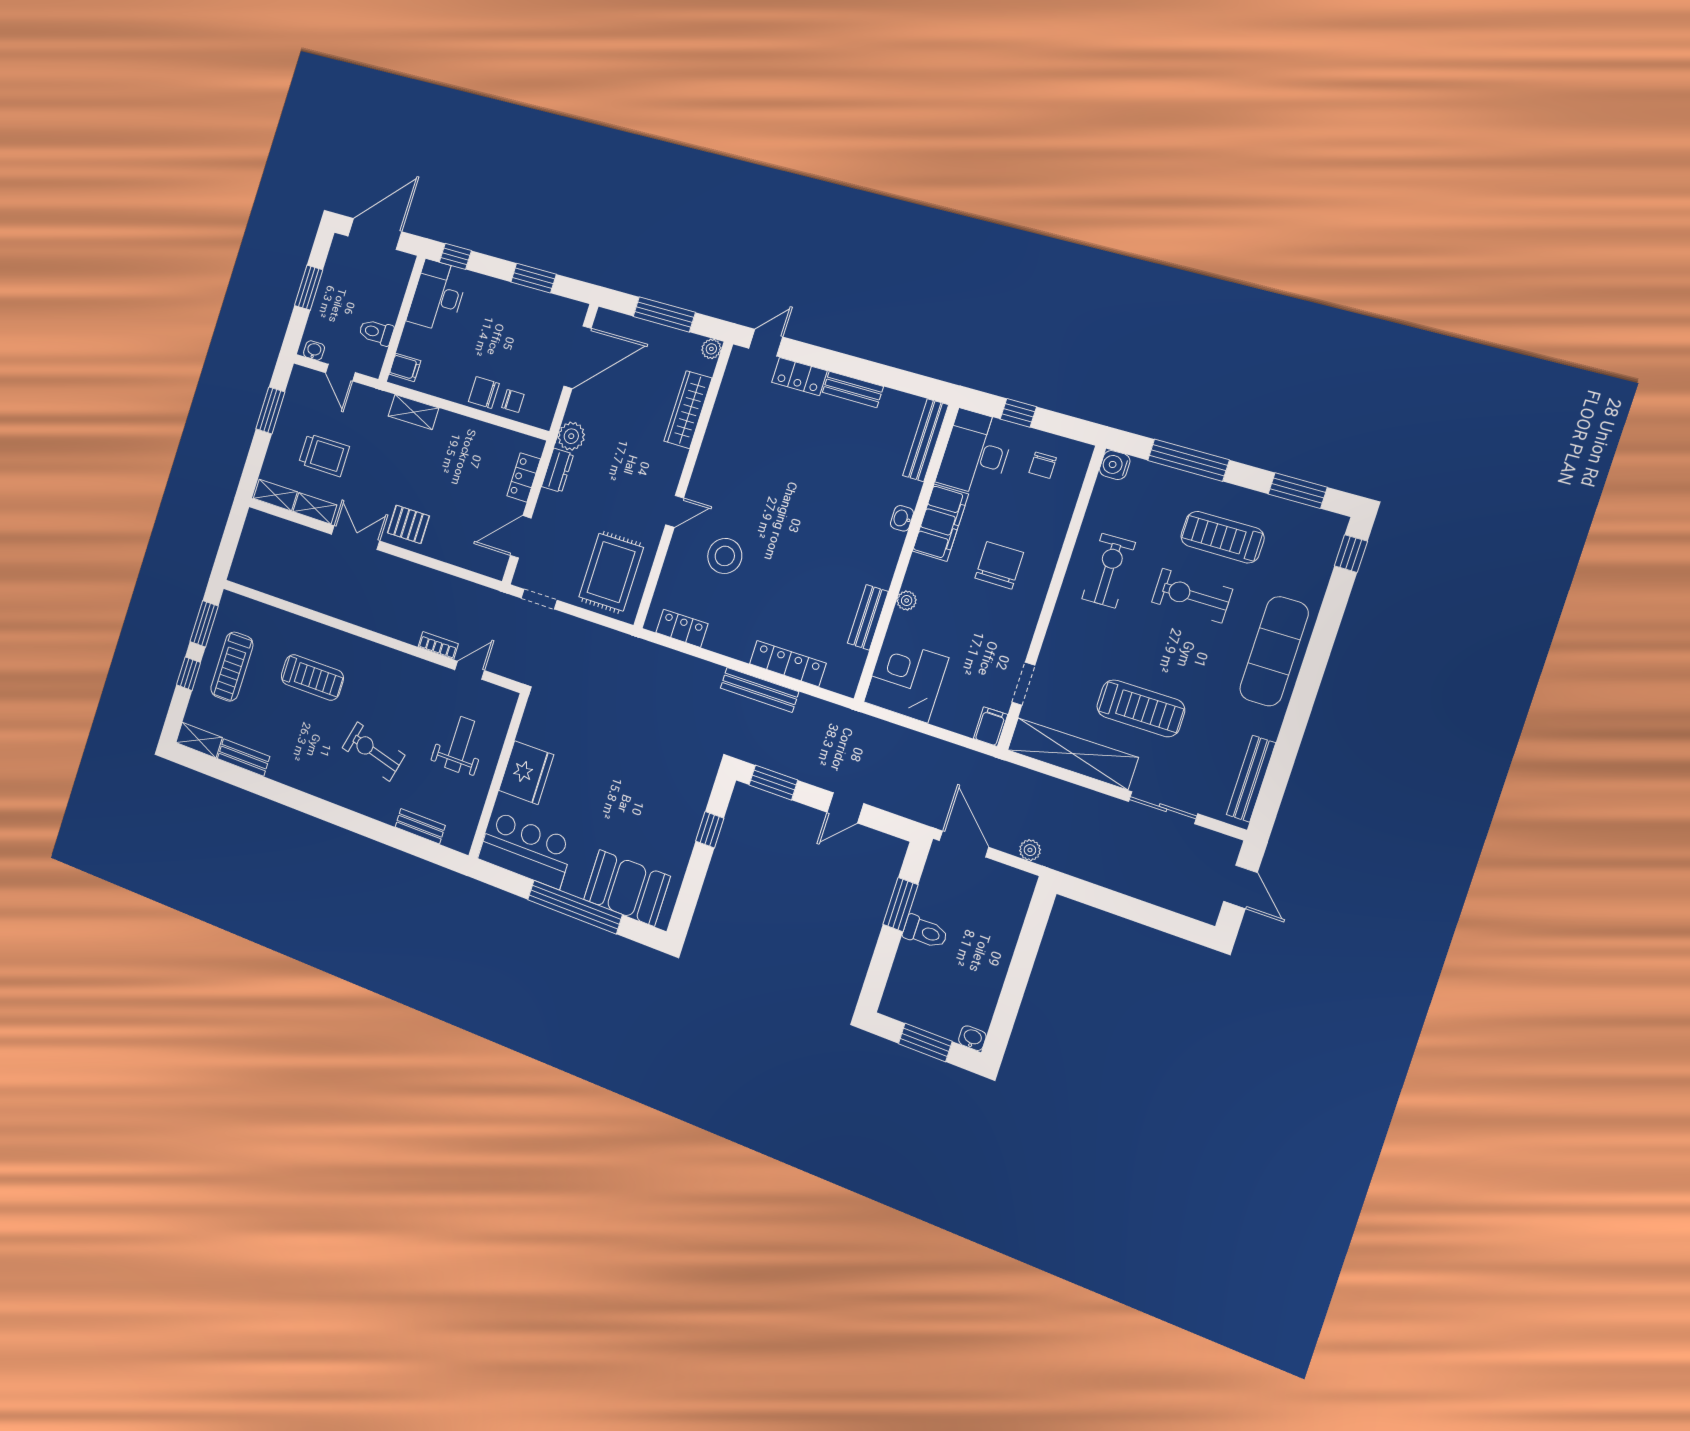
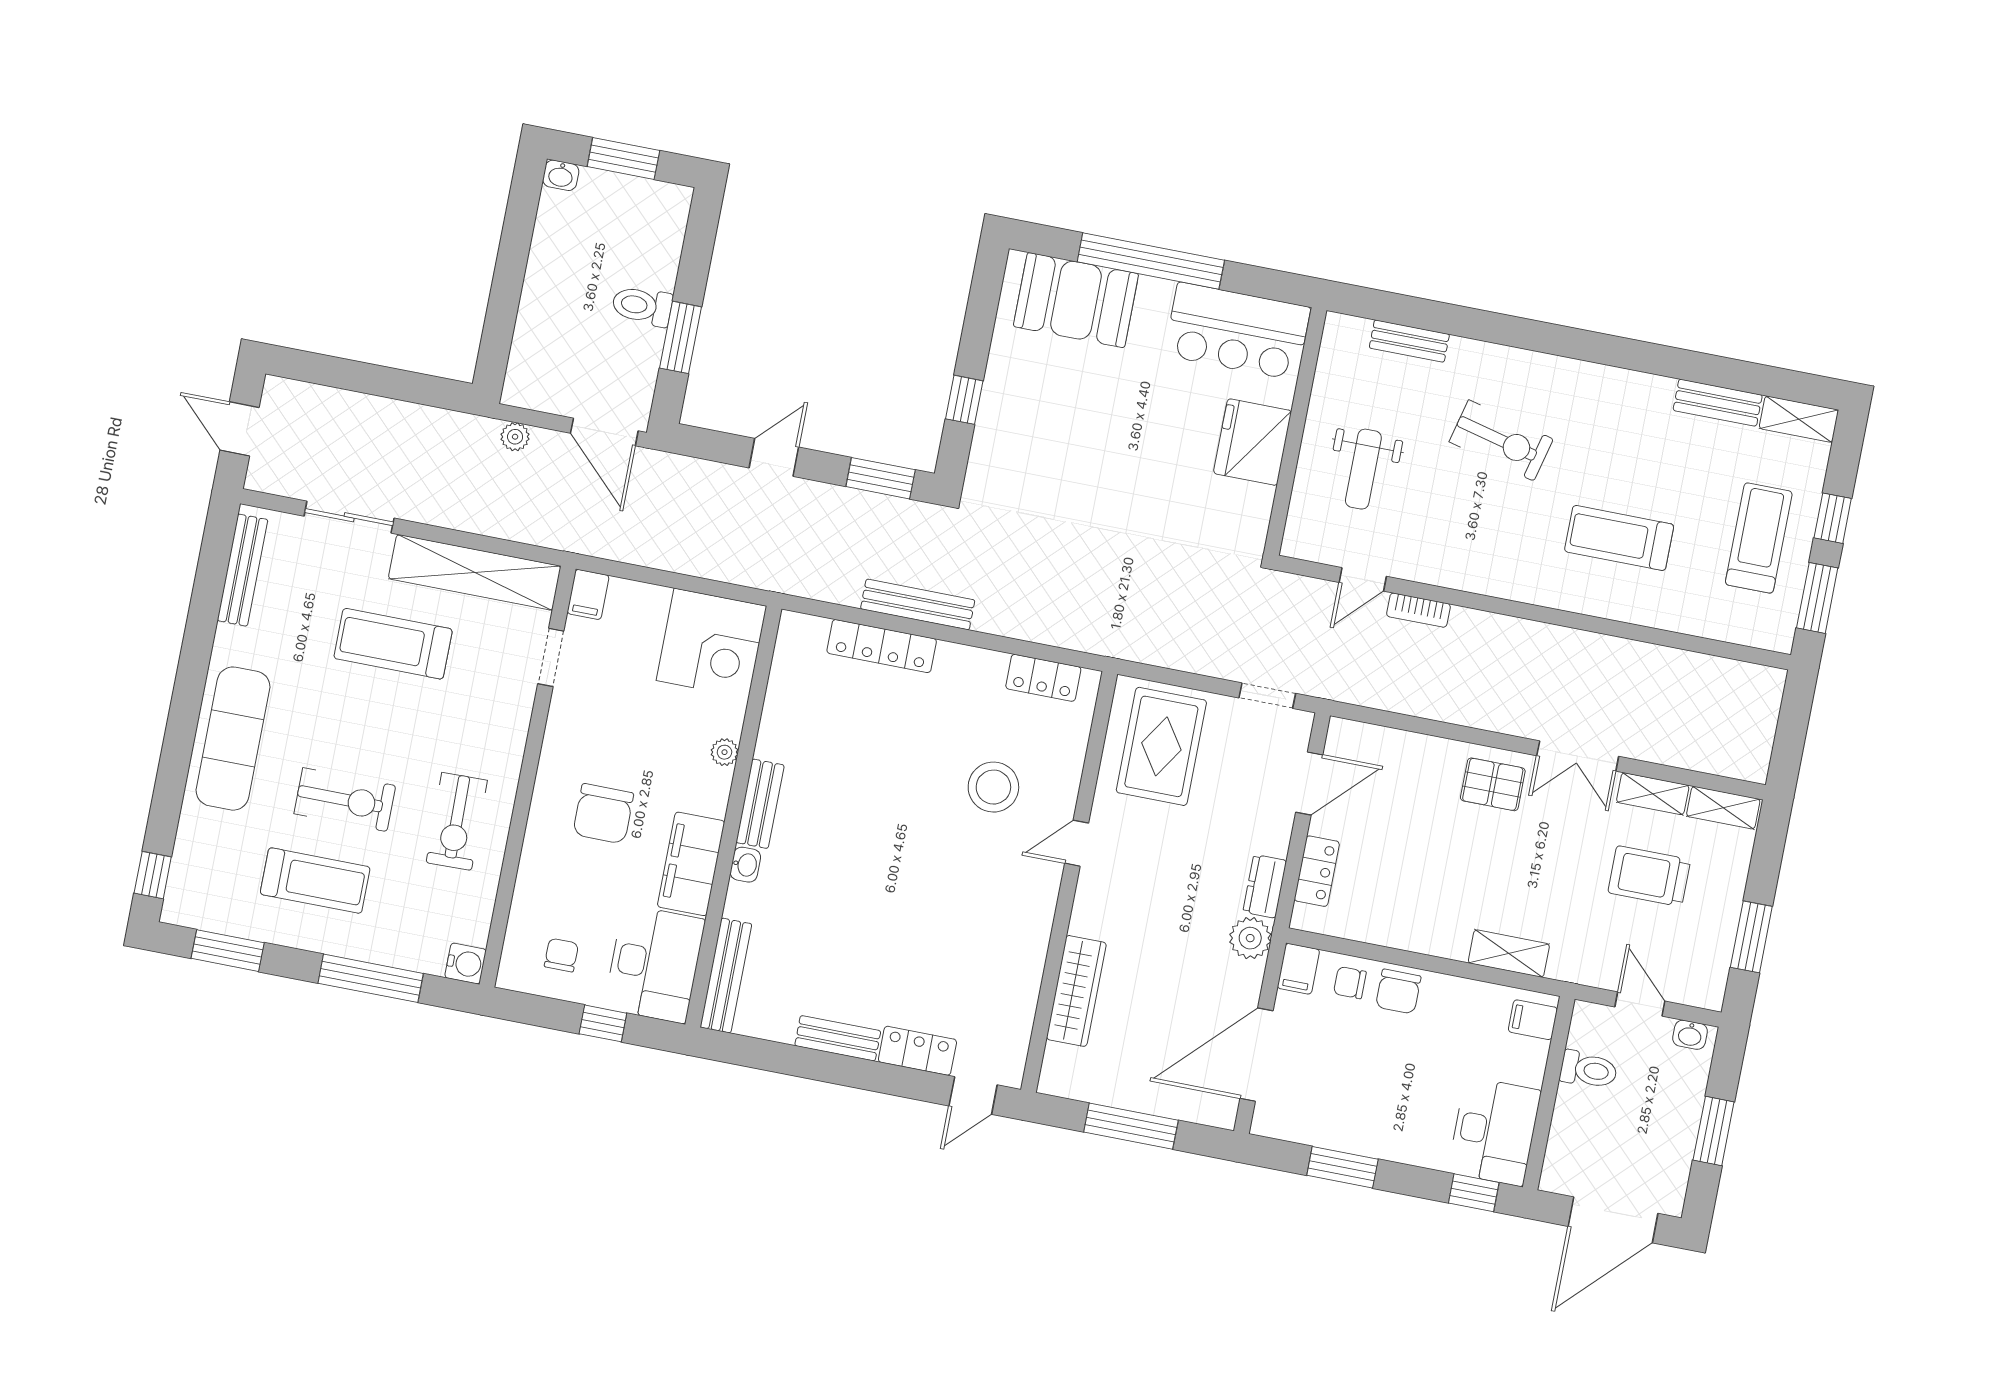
plant: (711, 349) -> (1053, 1081), removed
chair: (484, 393) -> (1398, 992), turned 90
filing cabinet: (544, 413) -> (1298, 969), added
bench: (868, 617) -> (760, 804), moved

